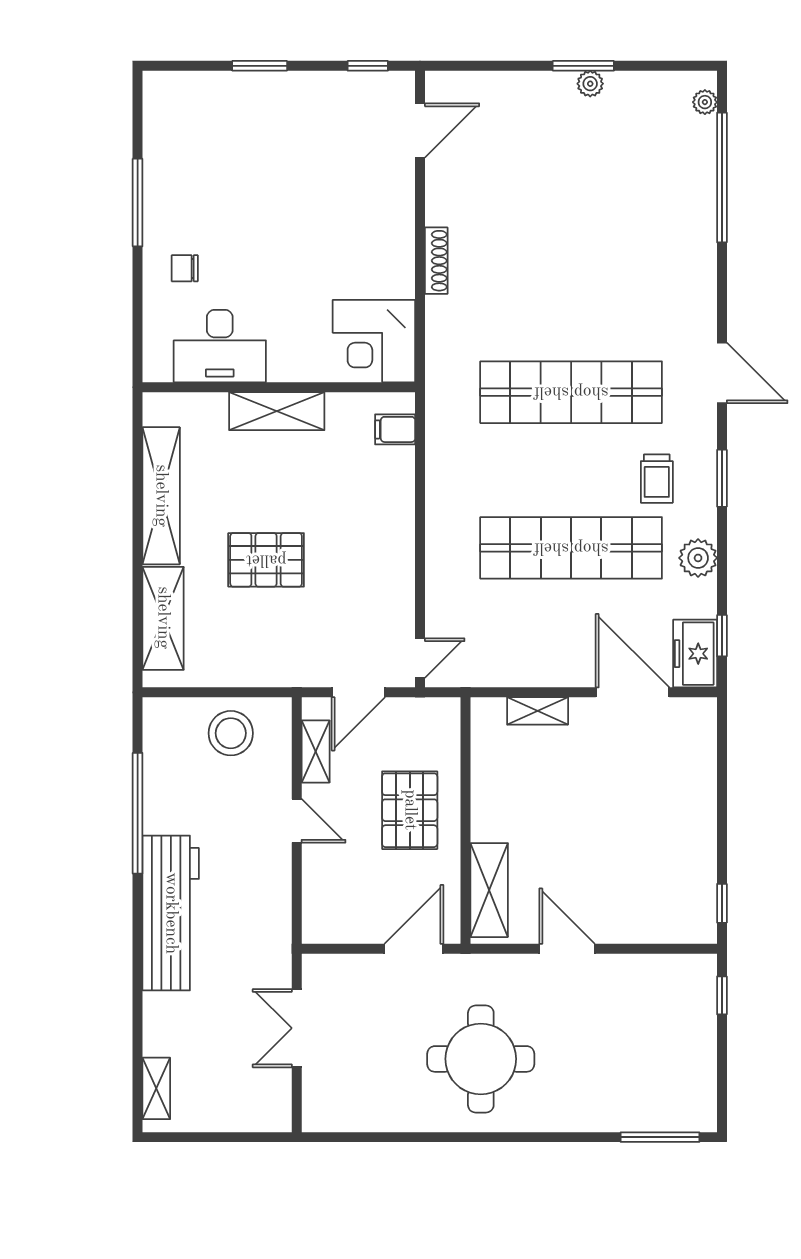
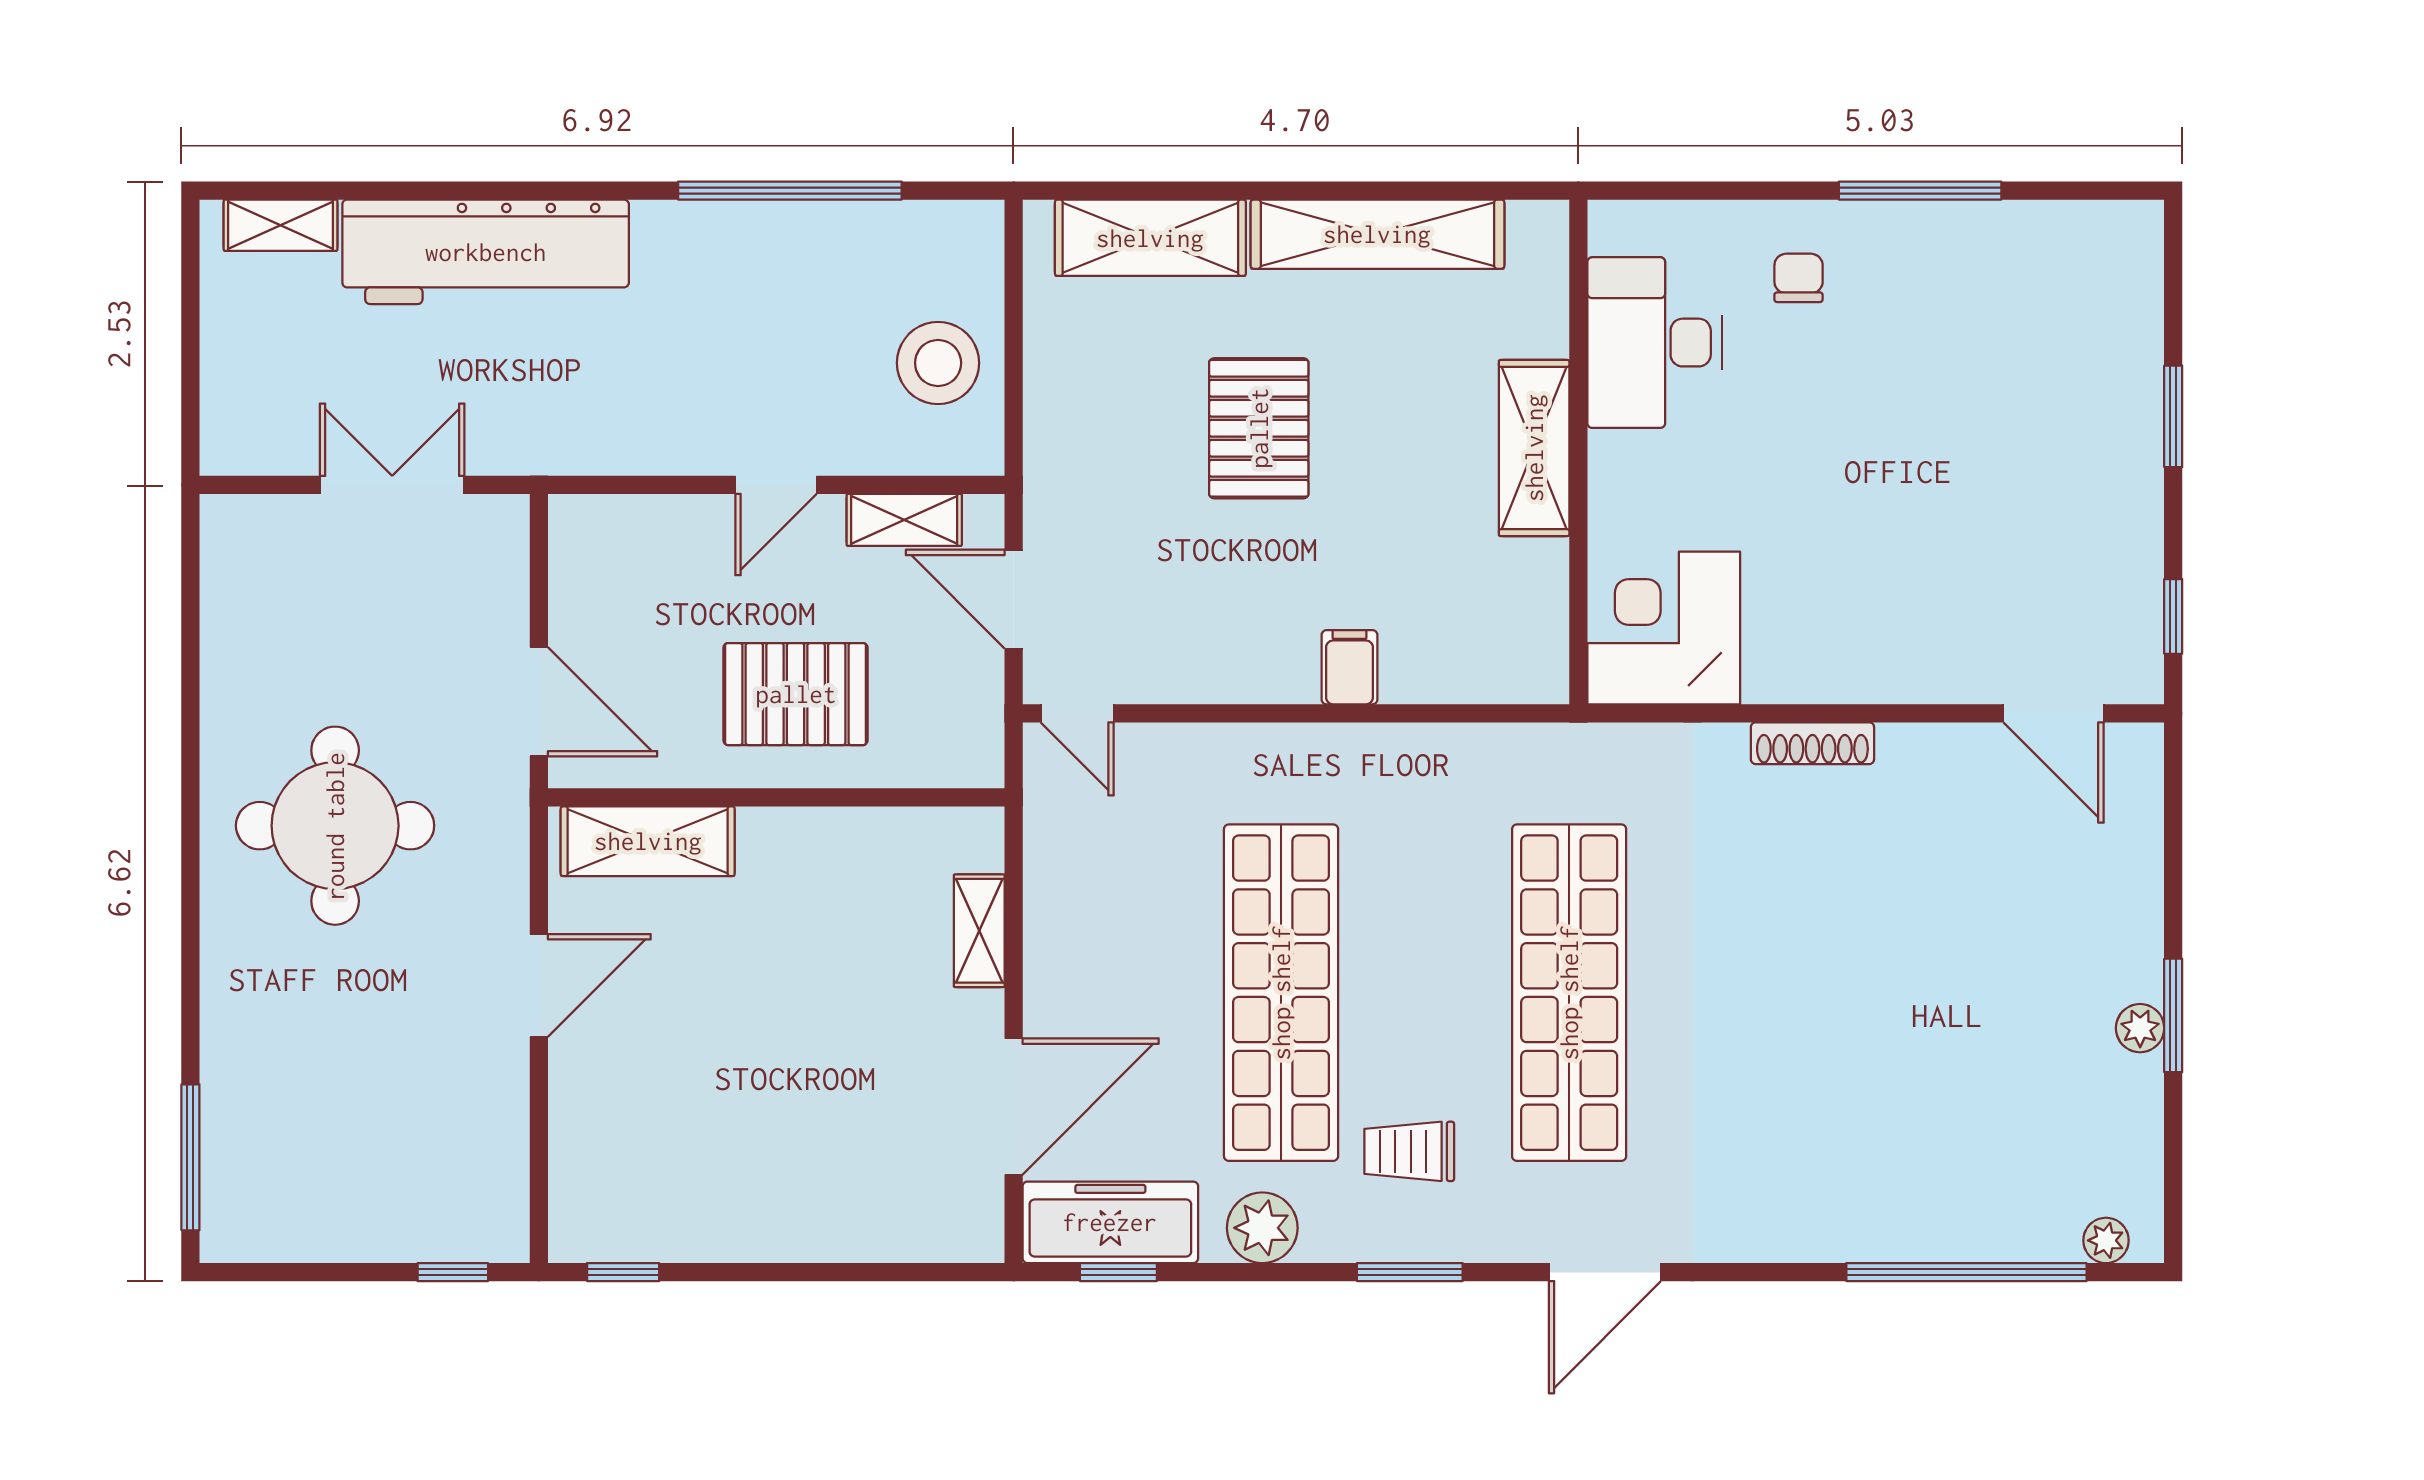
filing cabinet: (395, 429) -> (1350, 667), moved
freezer: (695, 654) -> (1110, 1222), width x1.40
workbench: (171, 913) -> (486, 252), moved

